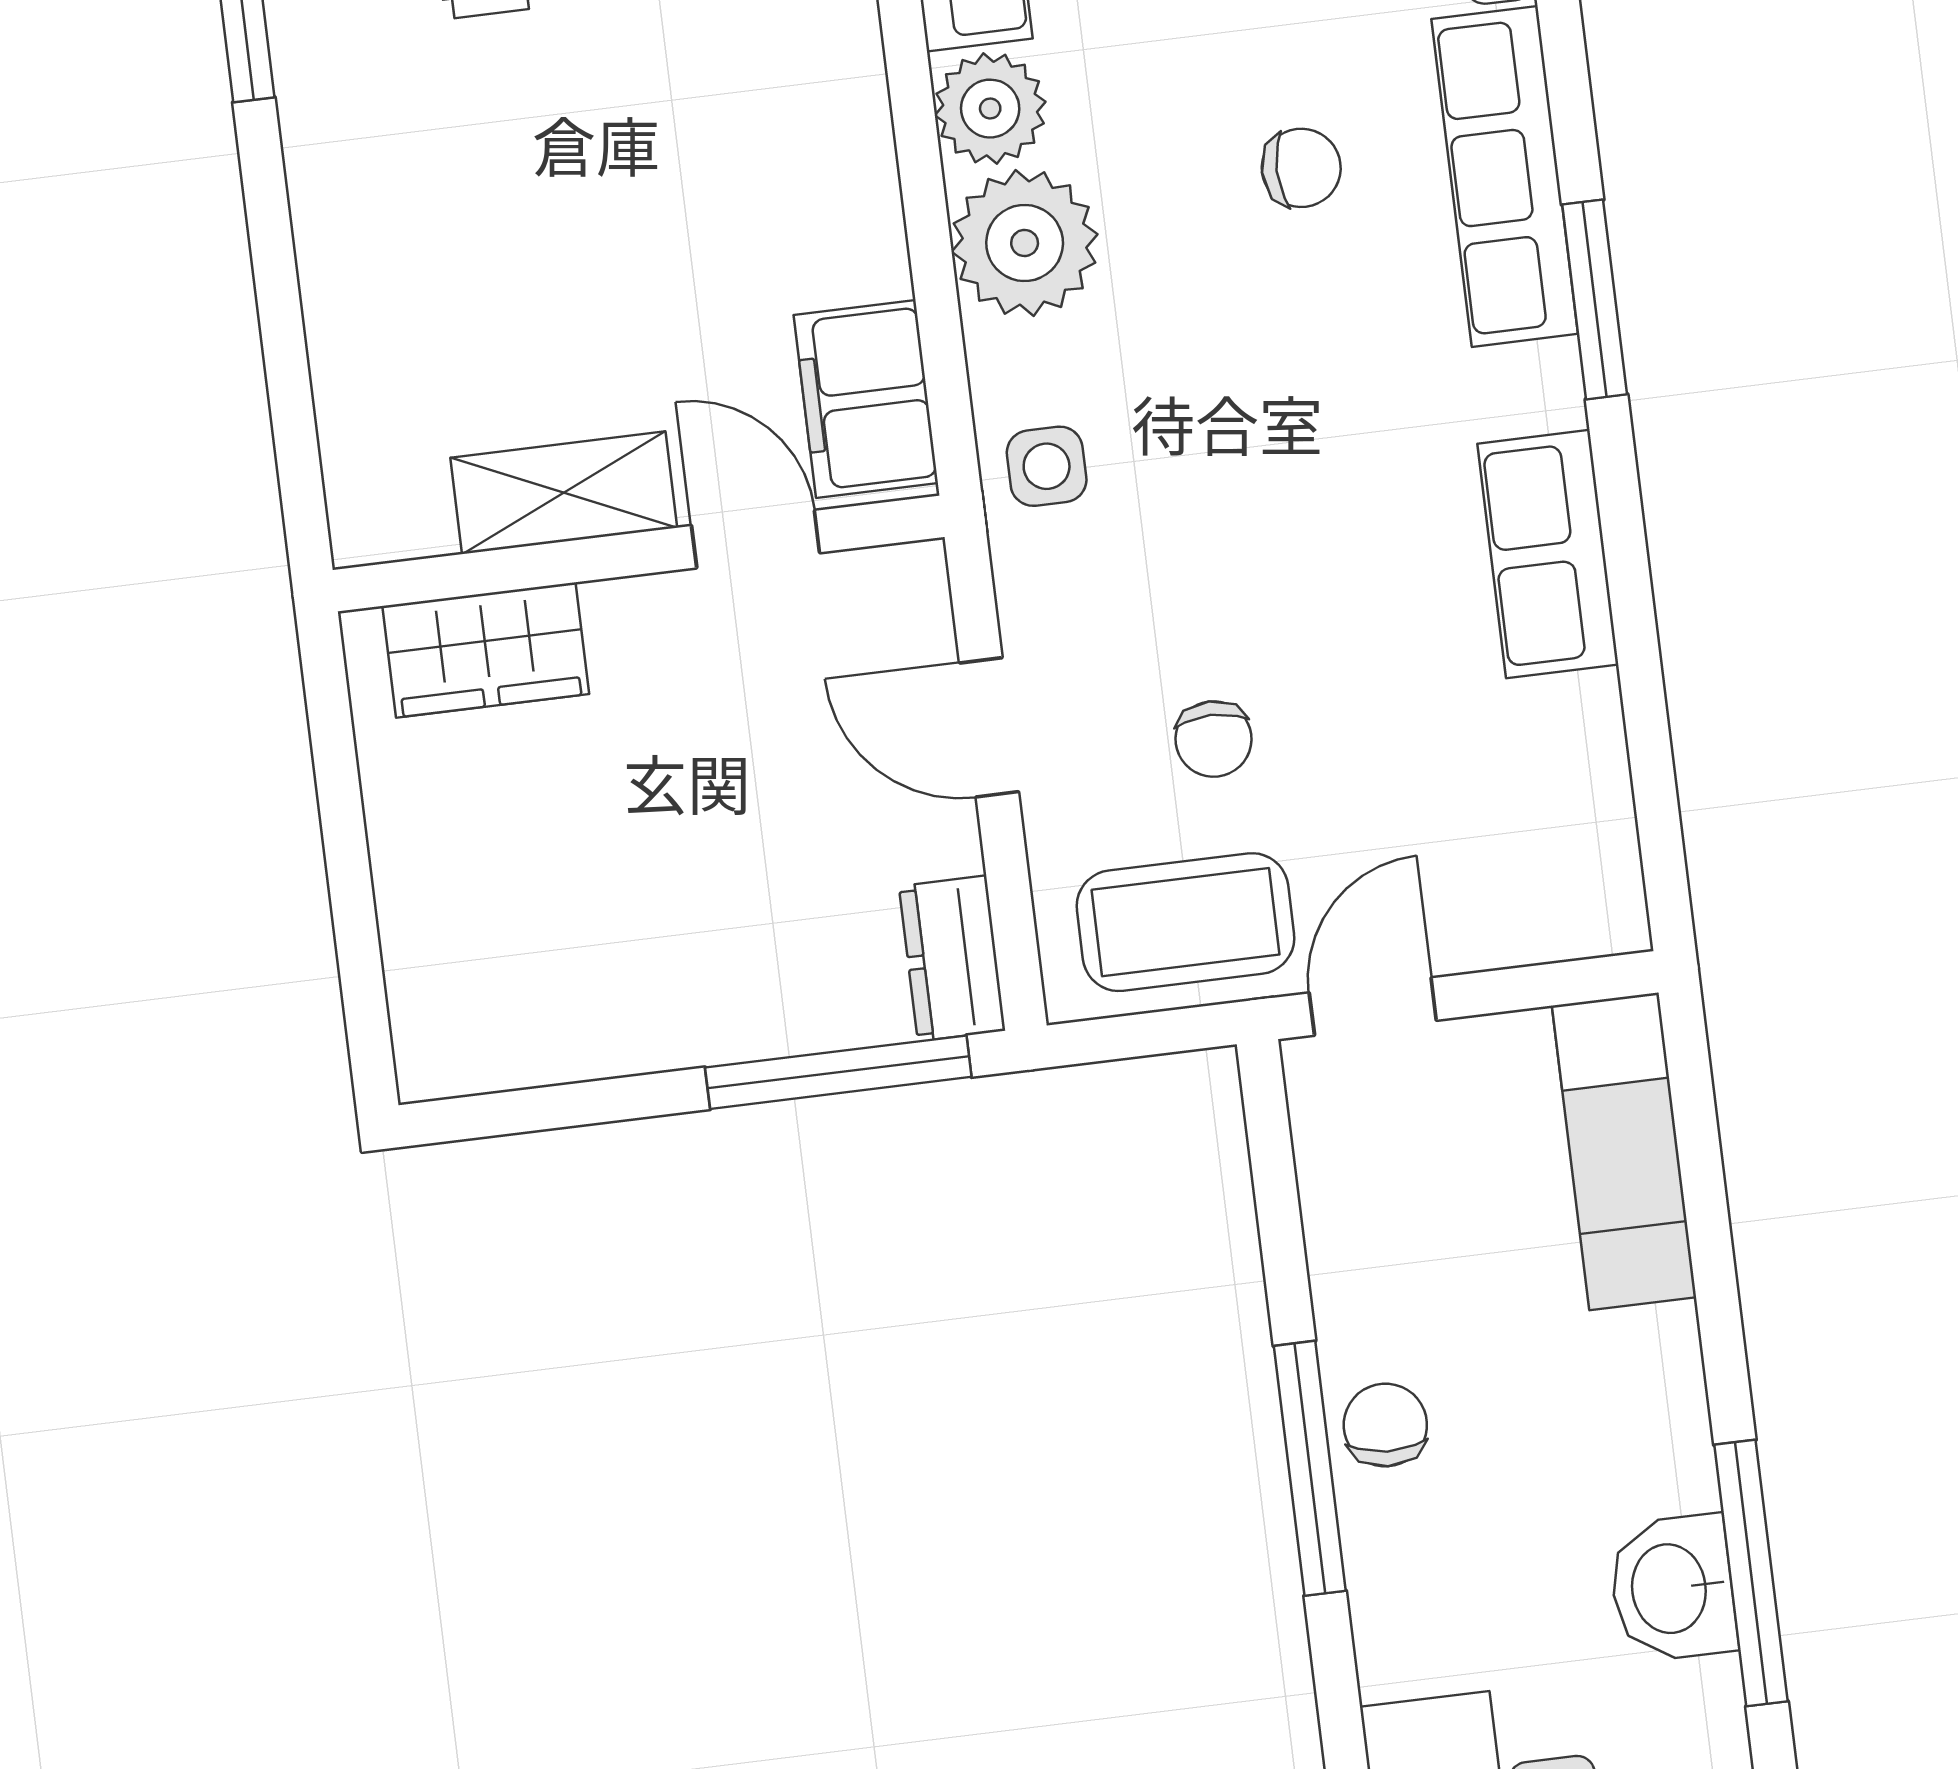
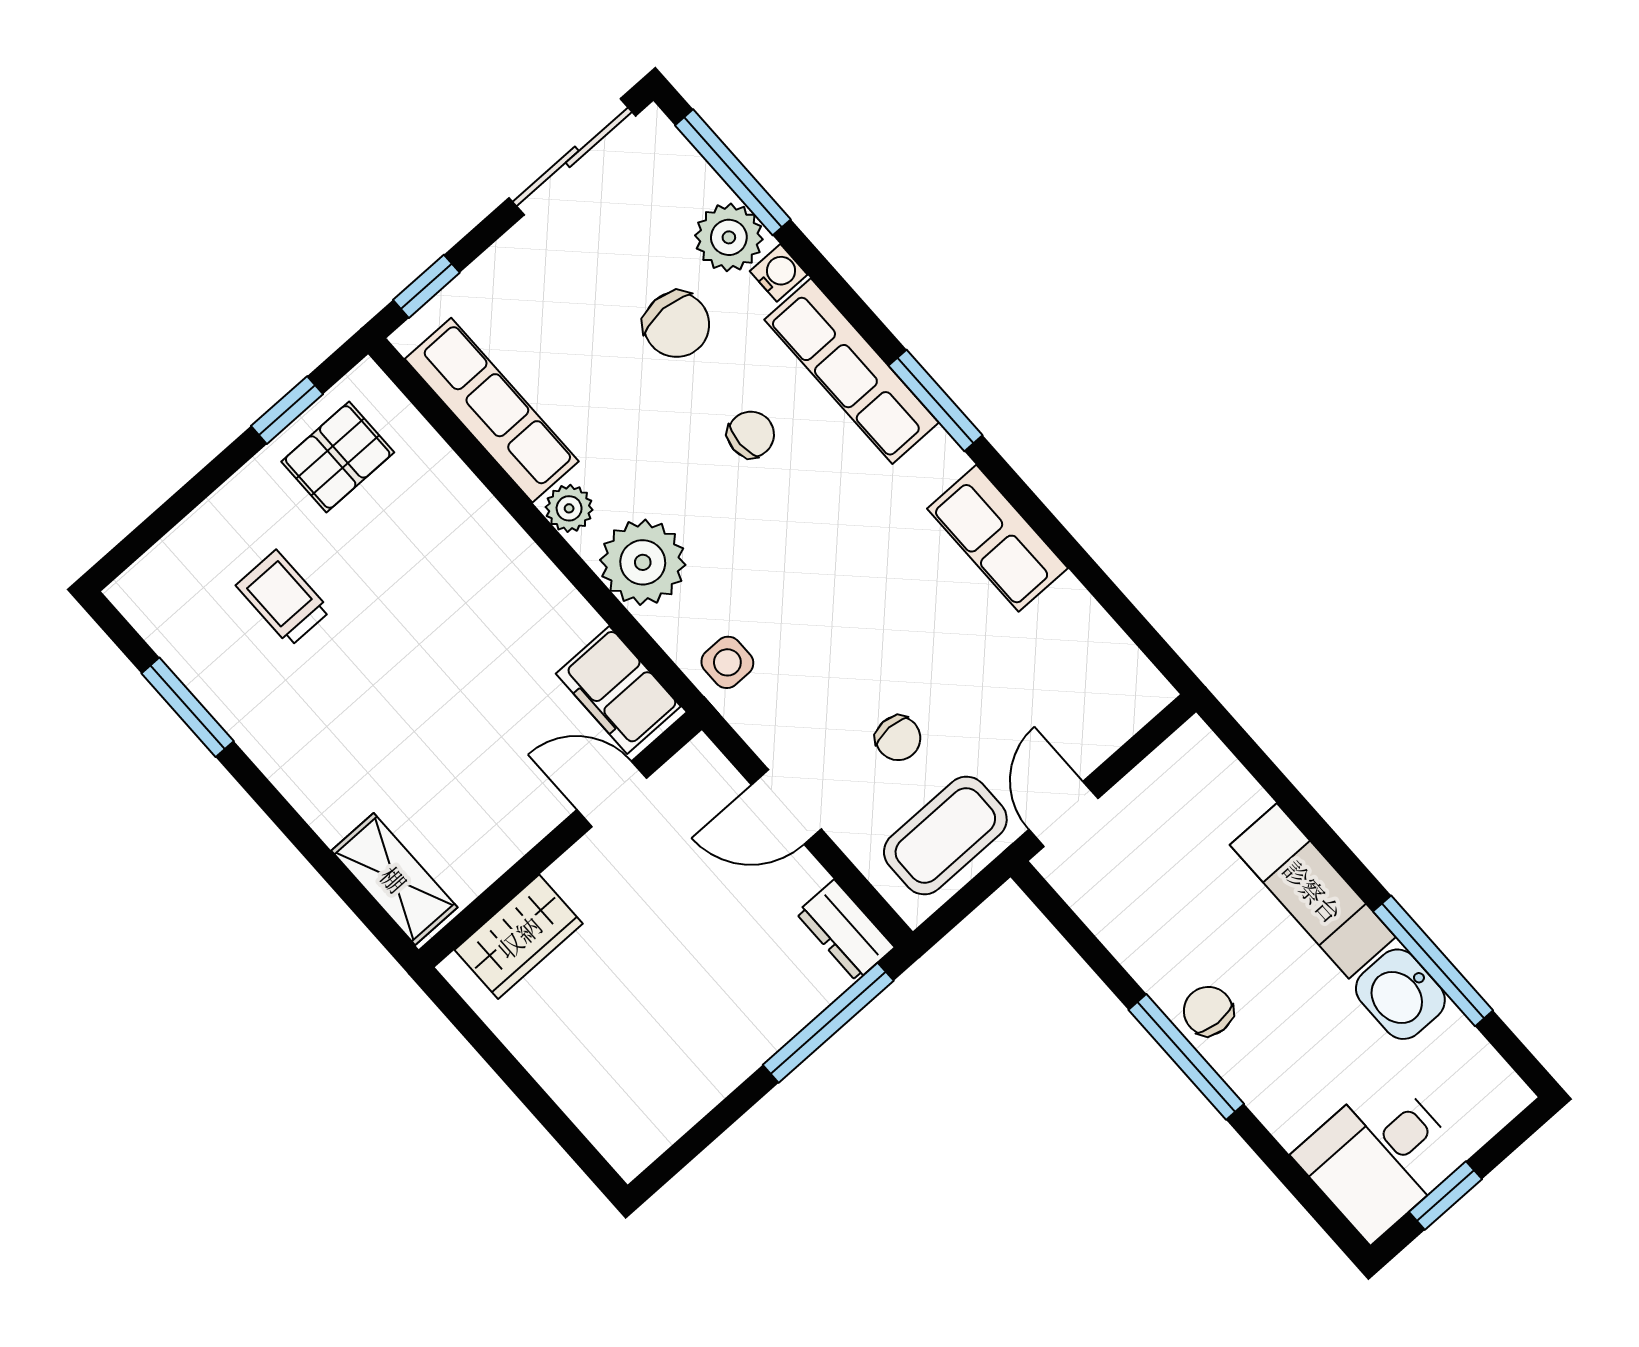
plant: (990, 109) -> (569, 508), width x0.73, depth x0.73
shelving: (564, 493) -> (394, 879), moved, turned 90
exam couch: (1624, 1151) -> (1313, 891), moved

